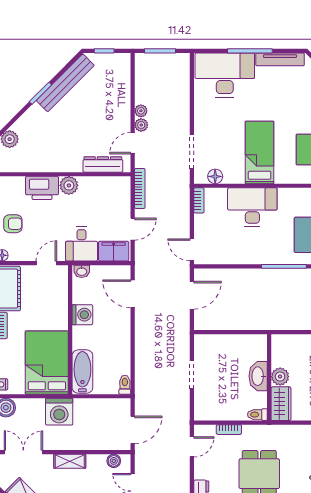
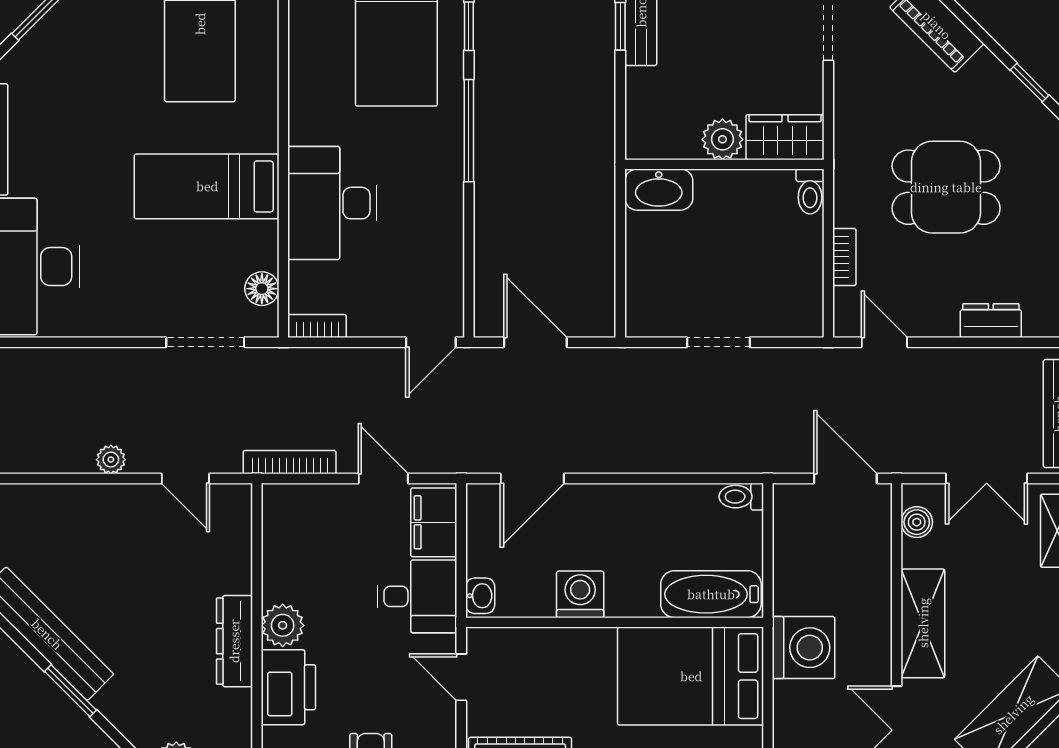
plant: (141, 125) -> (144, 459), removed
dresser: (103, 164) -> (234, 641), moved
washbasin: (258, 376) -> (659, 190), moved
shelving: (70, 461) -> (923, 623), width x1.50, depth x1.33

